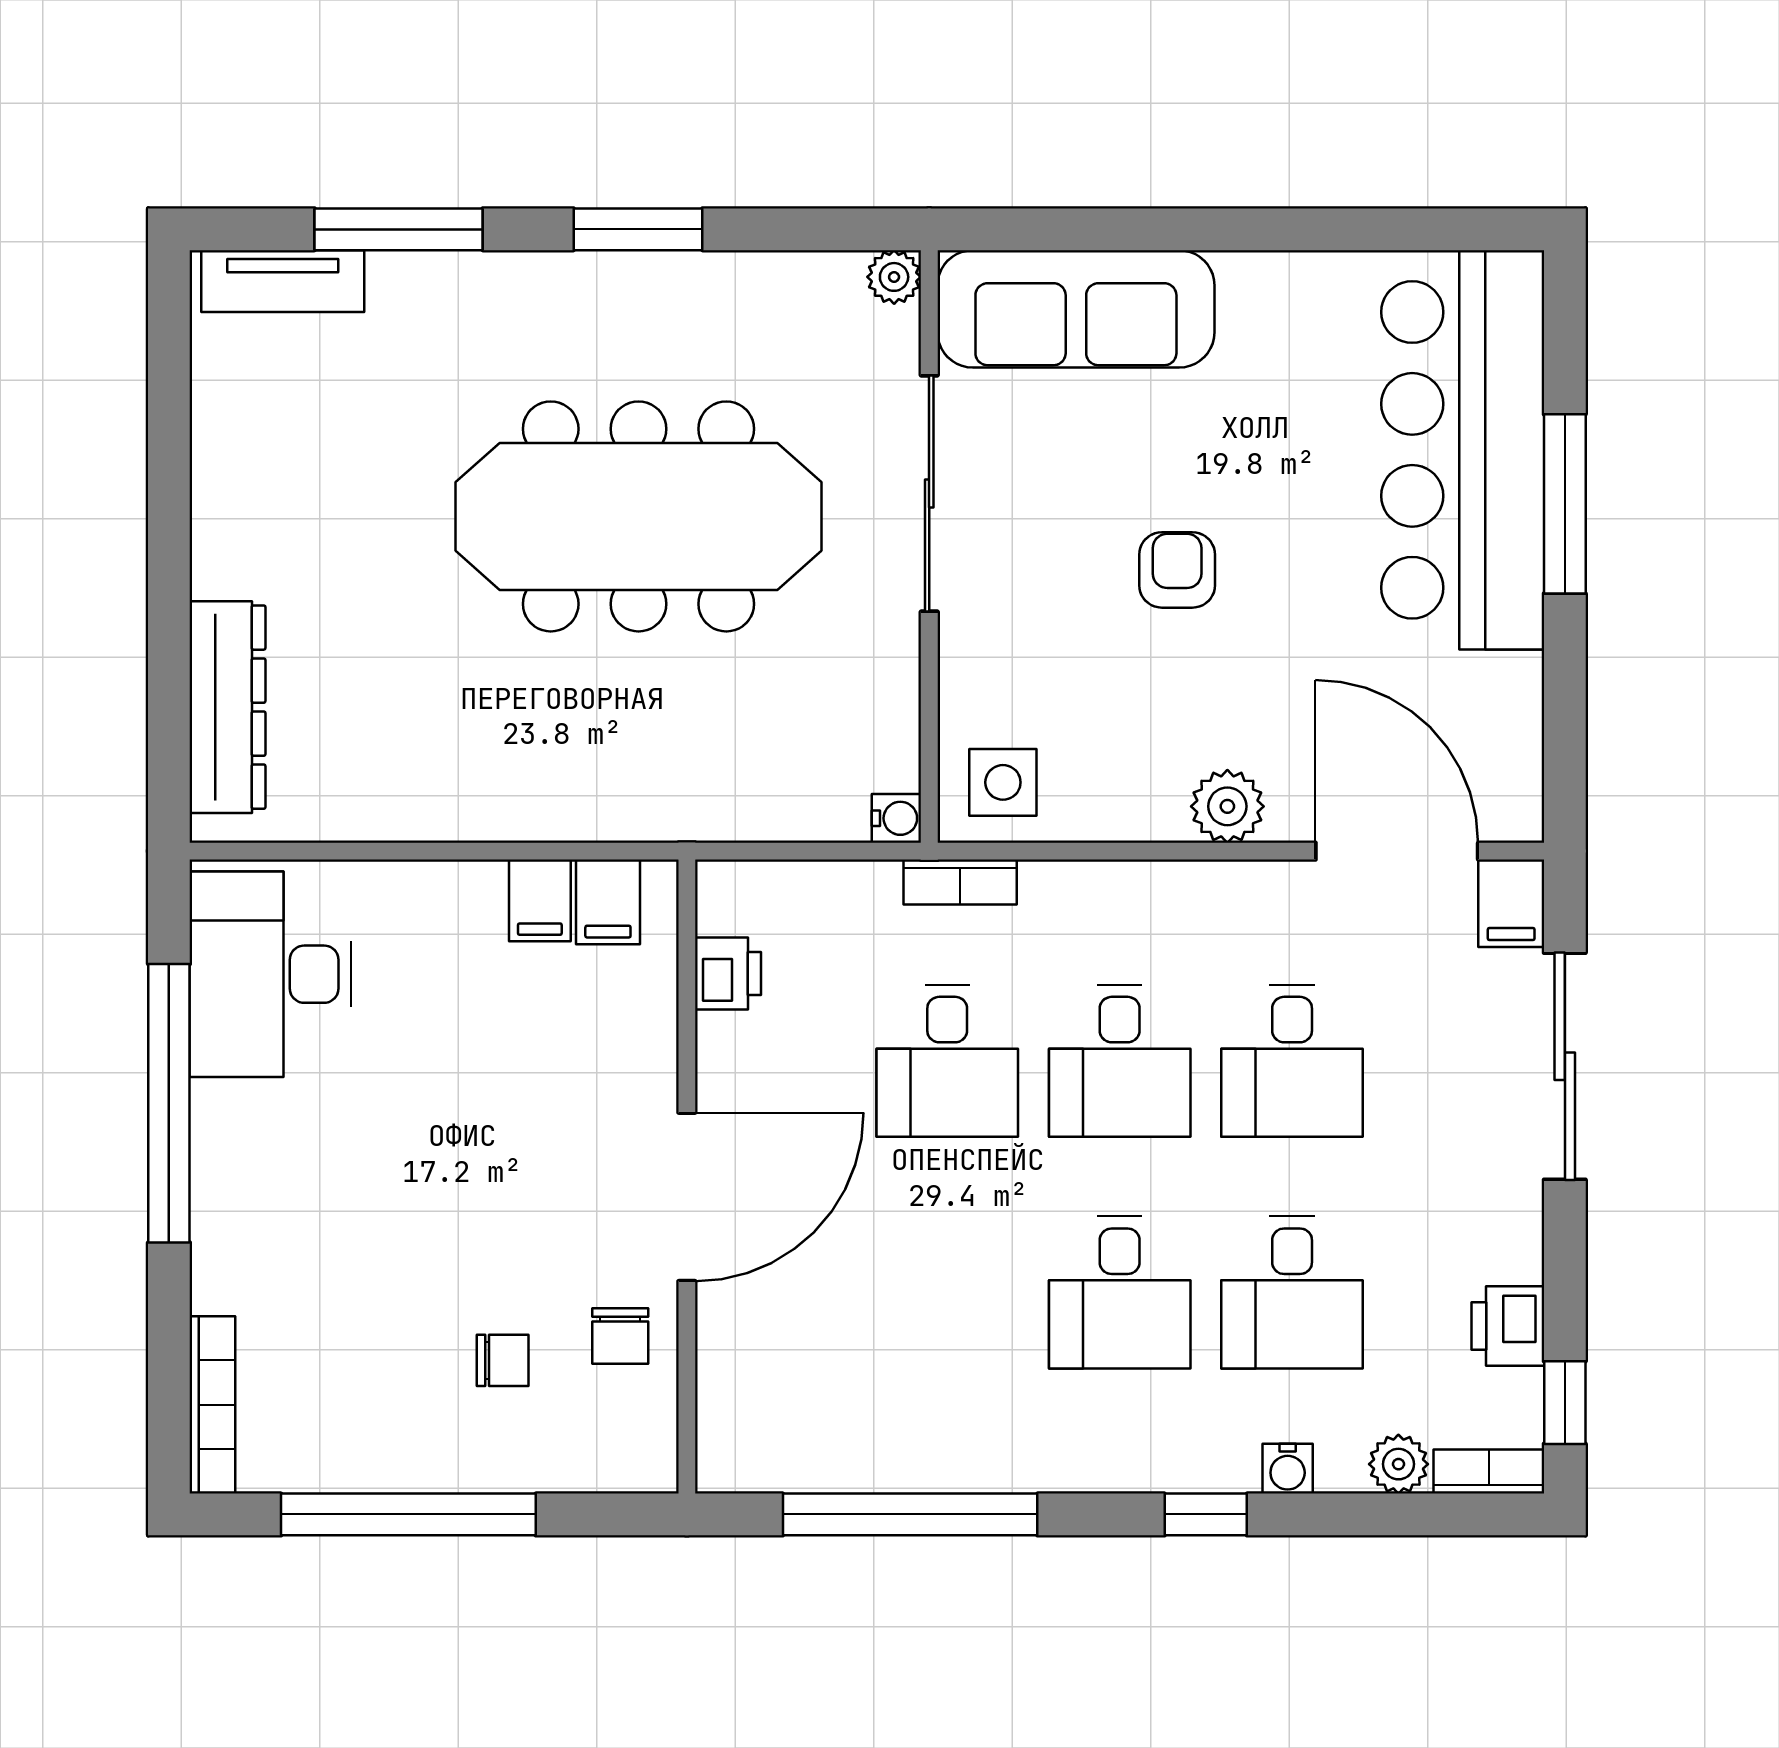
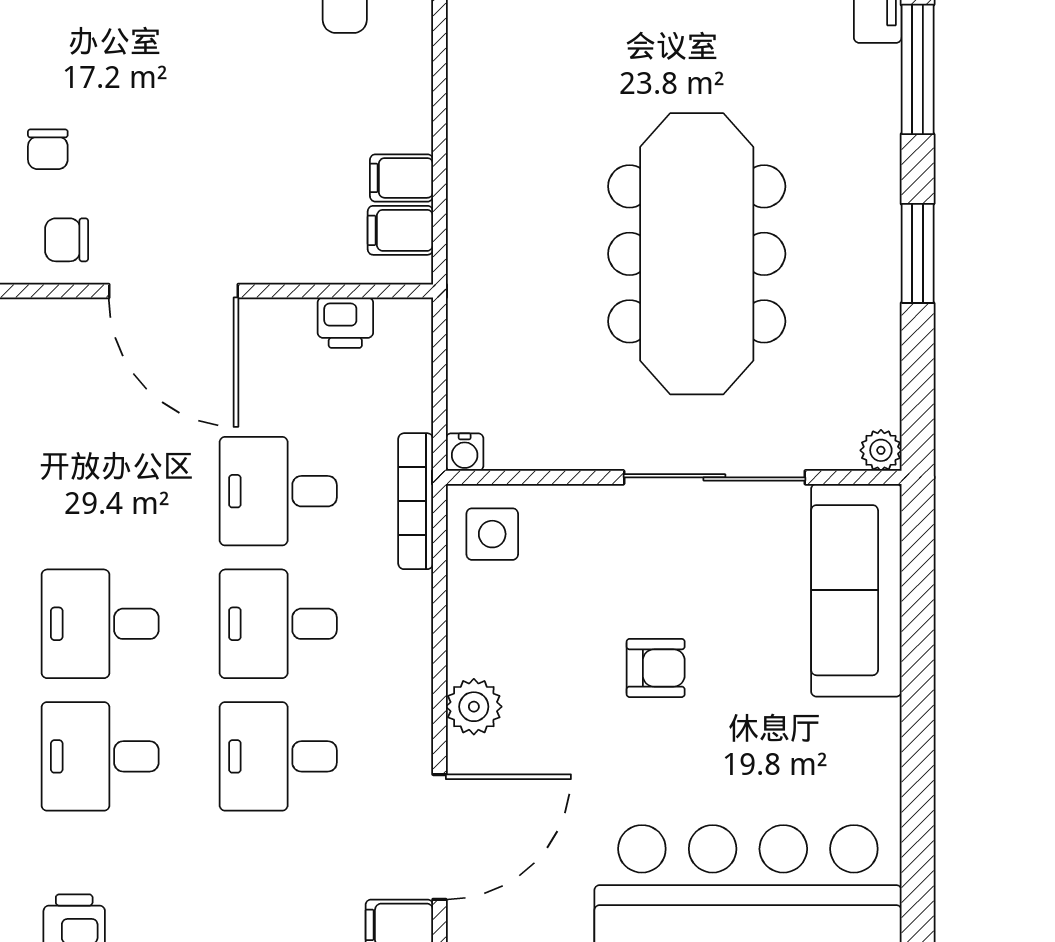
bookcase: (960, 882) -> (416, 501), width x1.56

